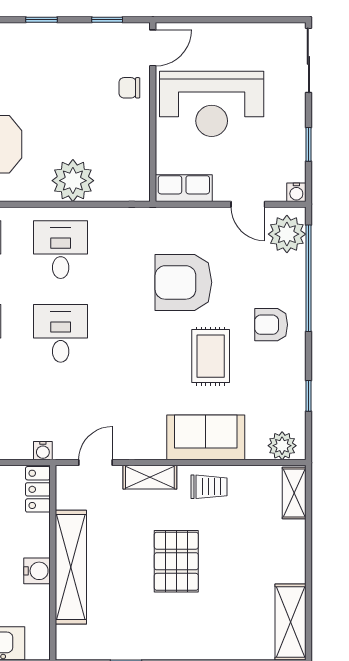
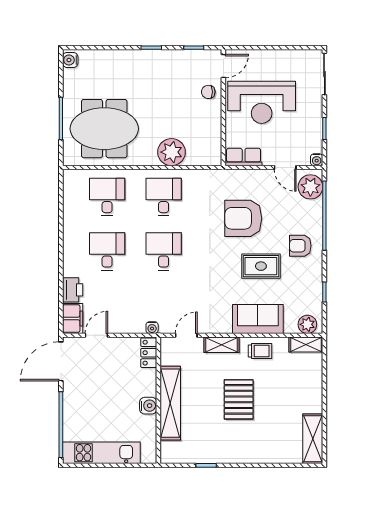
rug: (211, 356) -> (261, 266), turned 90
shelving: (294, 493) -> (306, 345), moved, turned 90

